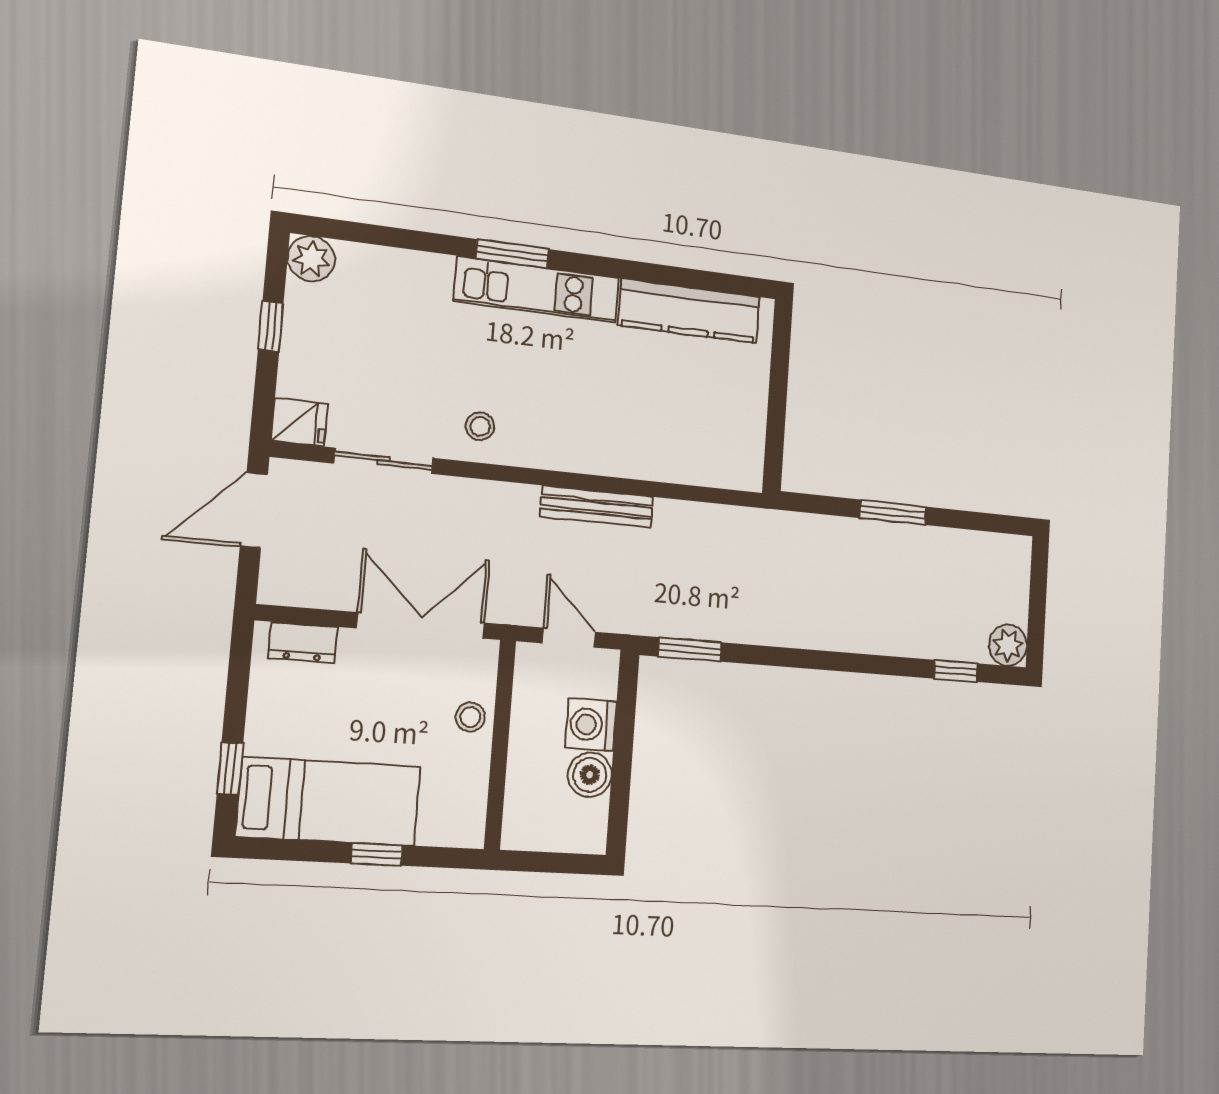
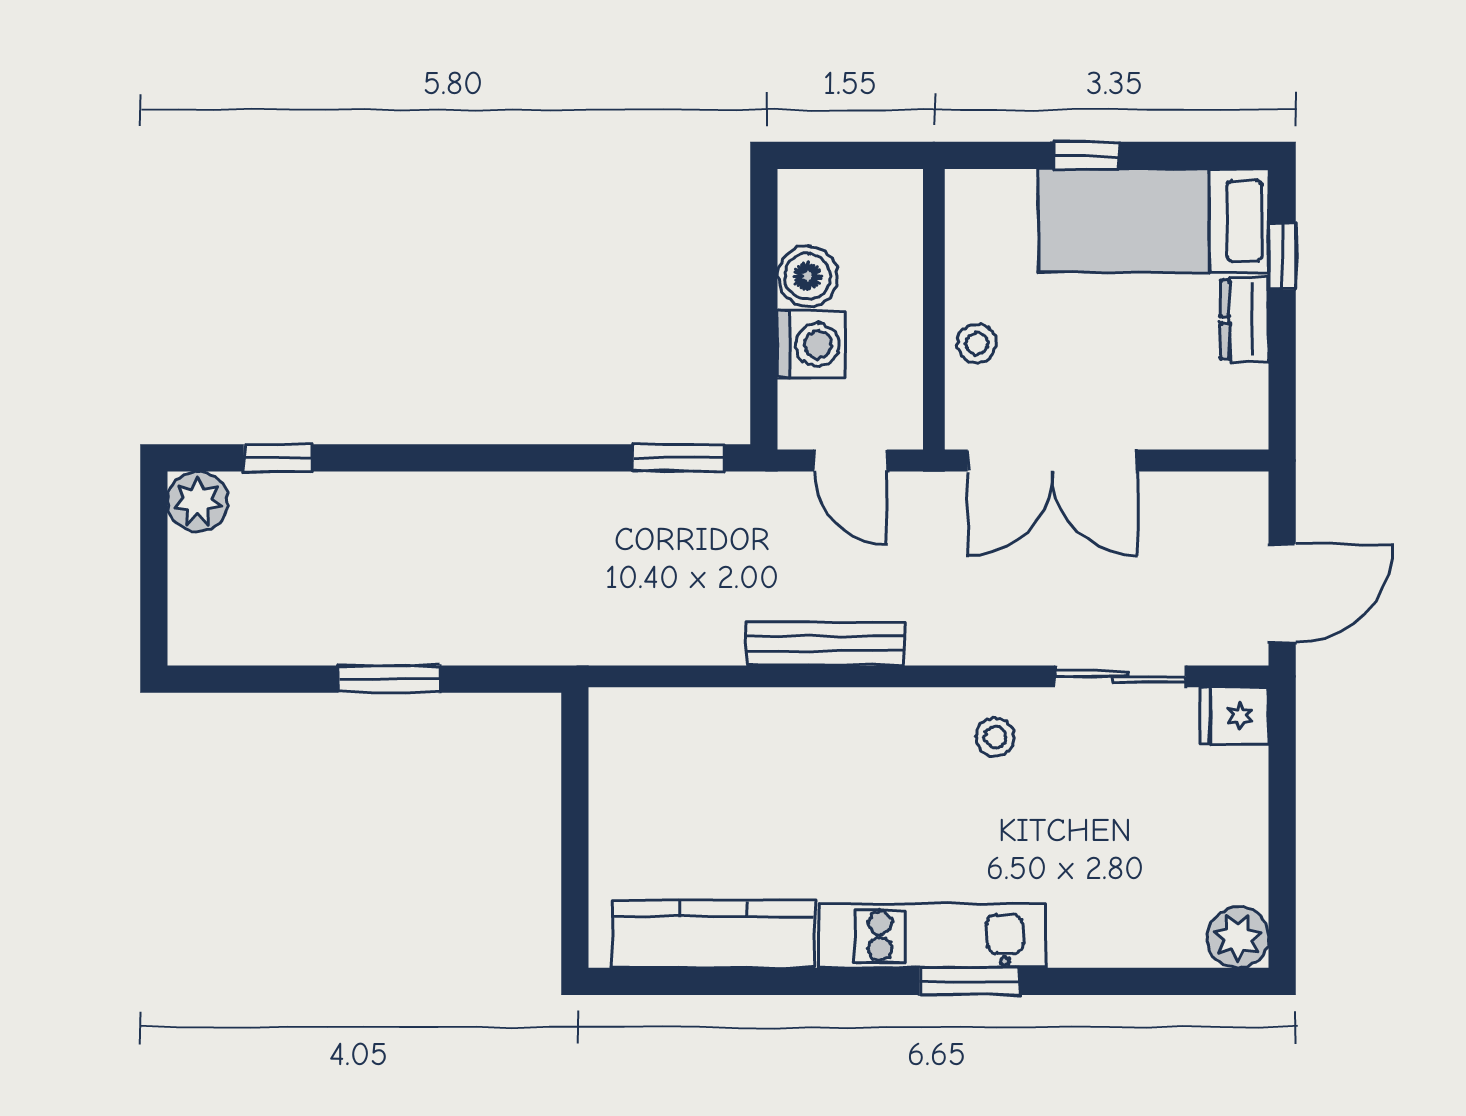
window: (271, 326) -> (1282, 840), removed
dresser: (303, 642) -> (1245, 320), moved, turned -90

